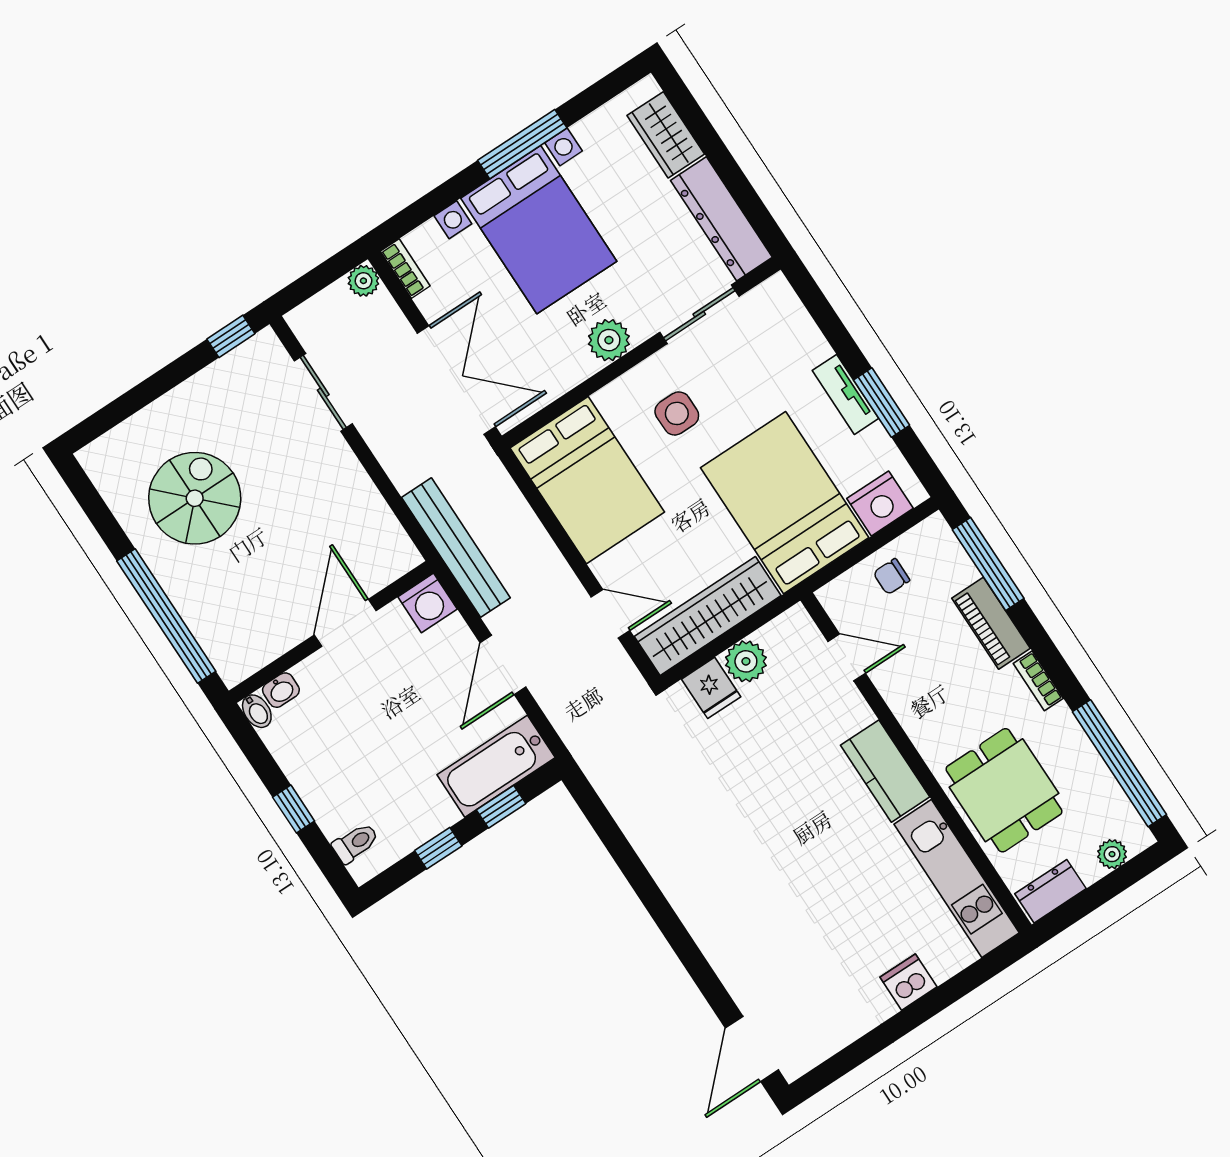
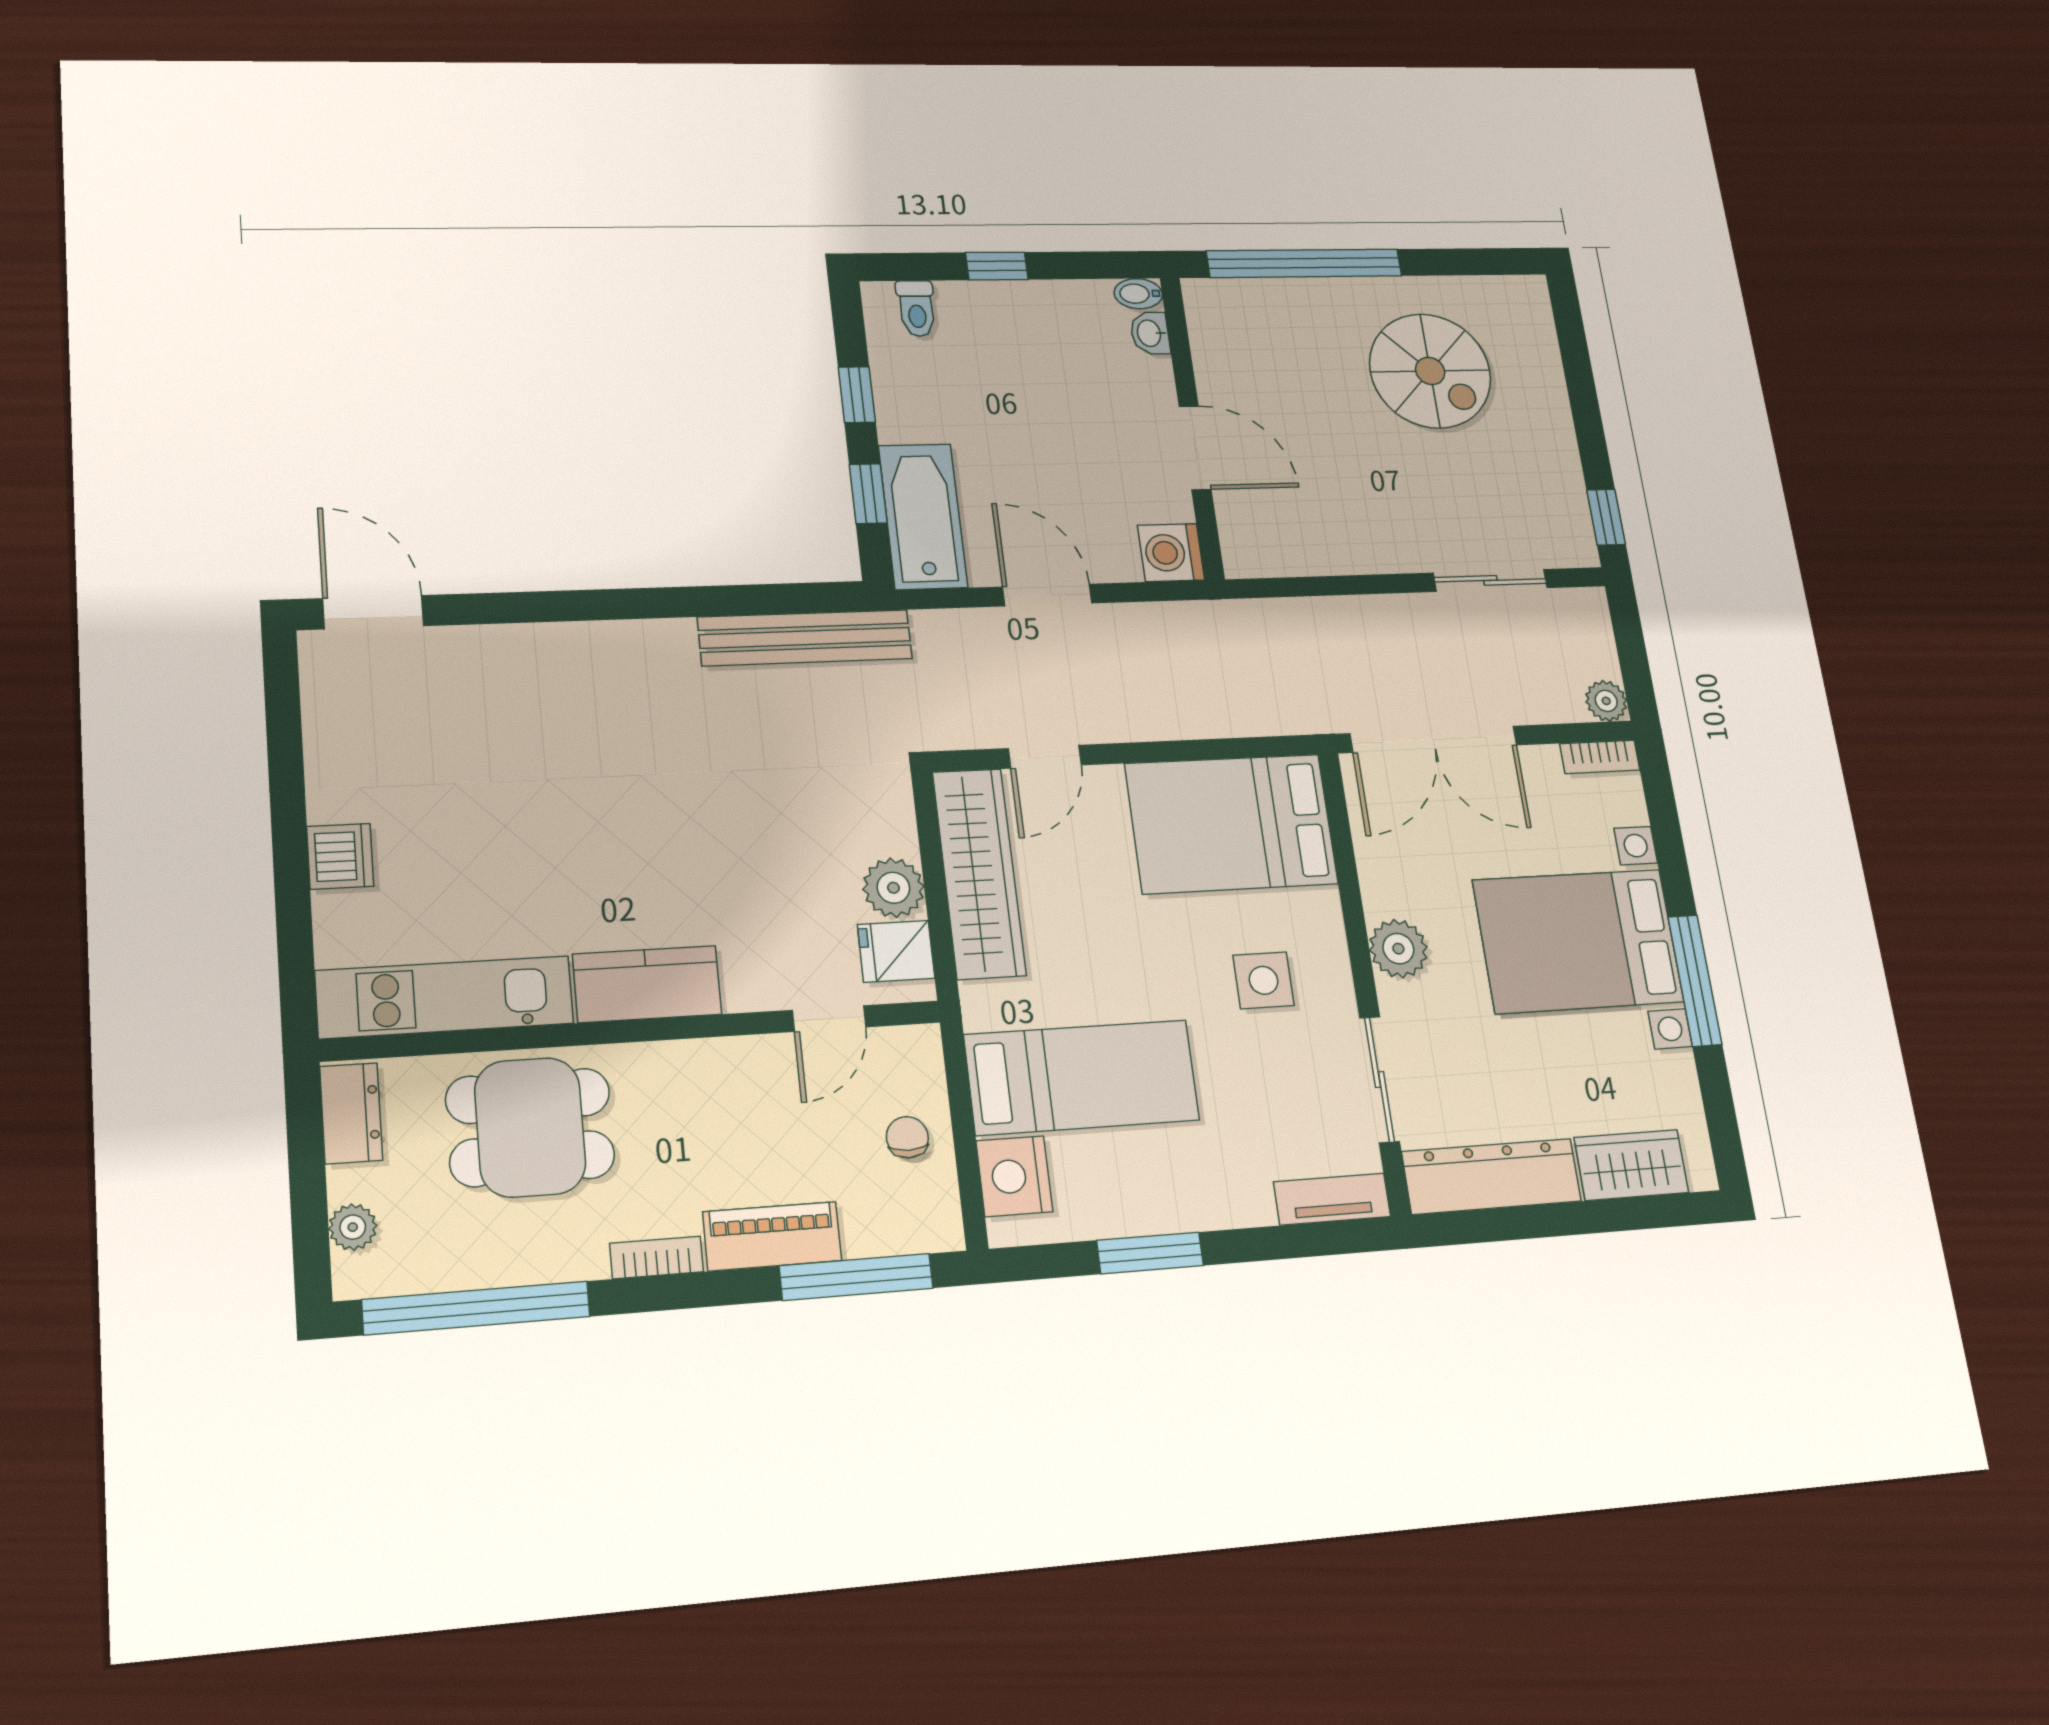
tv unit: (845, 394) -> (1332, 1199), moved
bed: (785, 503) -> (1082, 1077), width x0.67
bench: (456, 548) -> (805, 638), moved
fridge: (711, 688) -> (896, 951), moved

